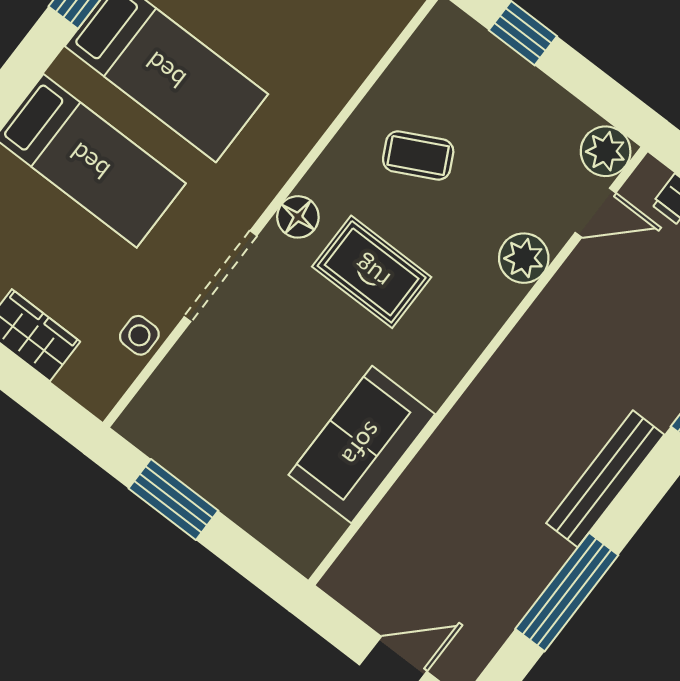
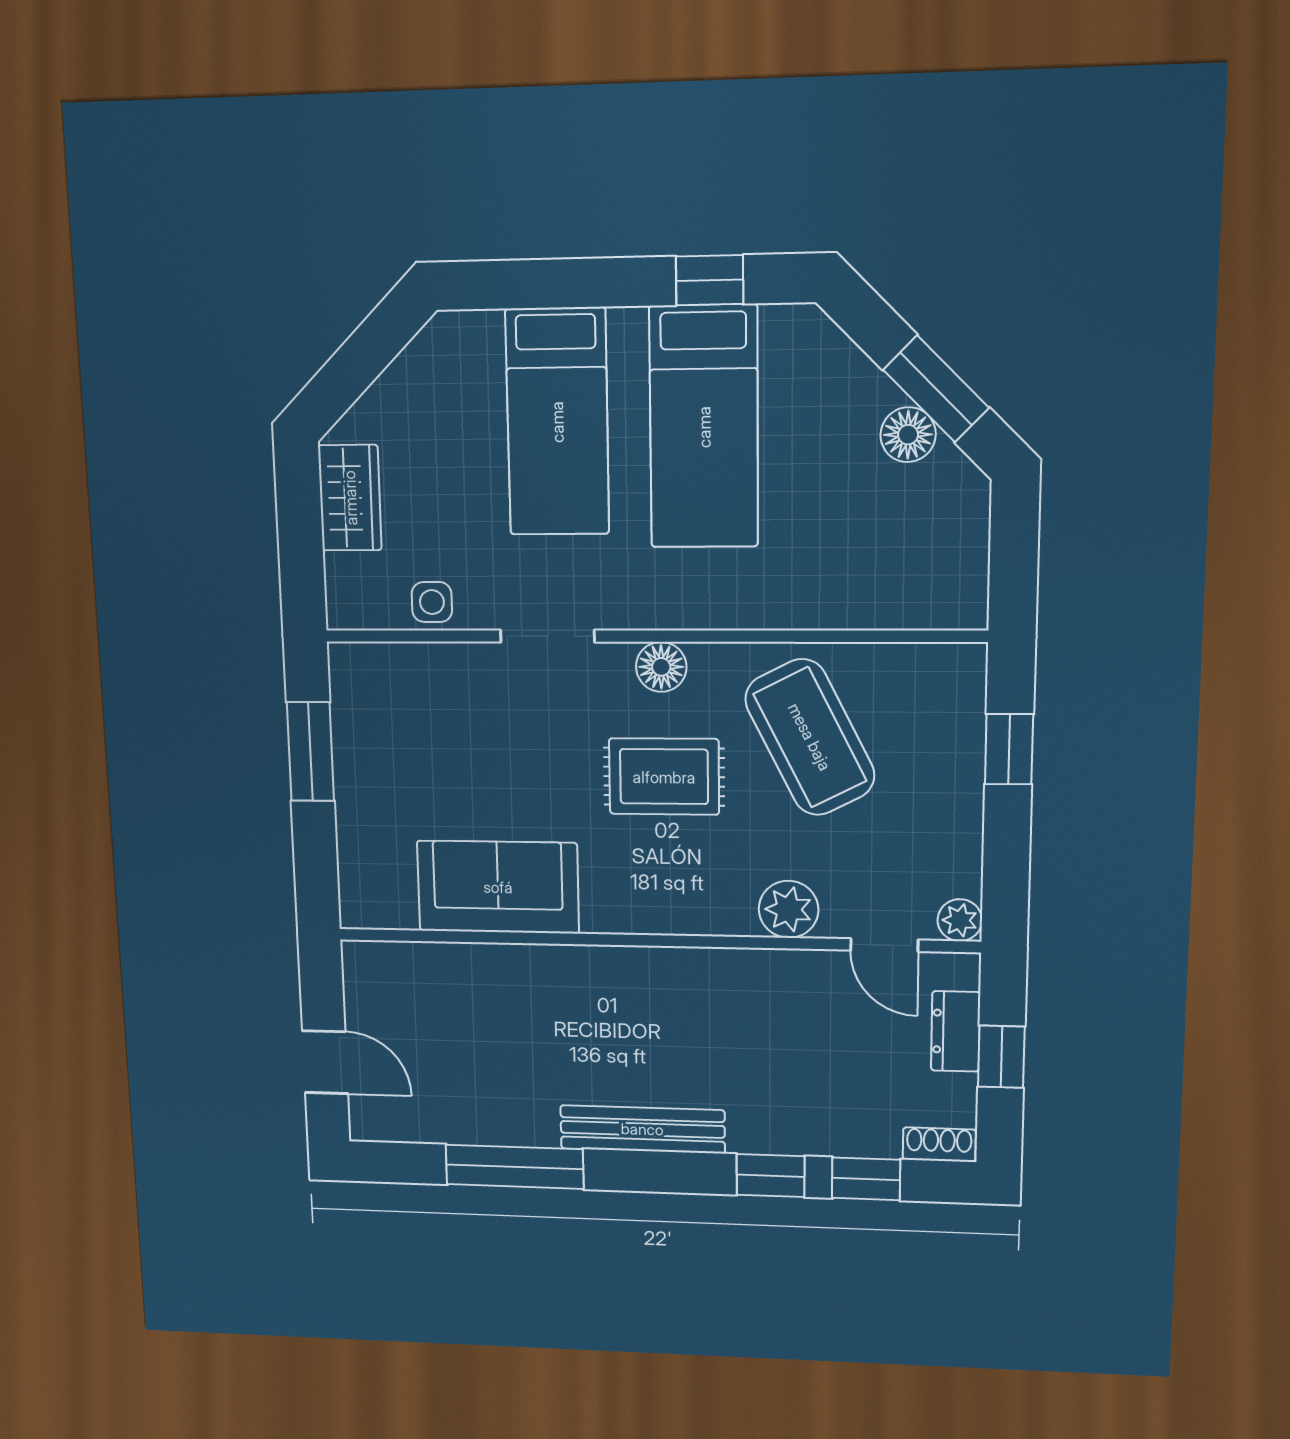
plant: (606, 151) -> (960, 920), width x0.73, depth x0.73
coffee table: (418, 155) -> (810, 737), width x1.86, depth x1.72
rug: (372, 272) -> (664, 777), turned 90
doorway: (220, 276) -> (547, 636), width x0.73

